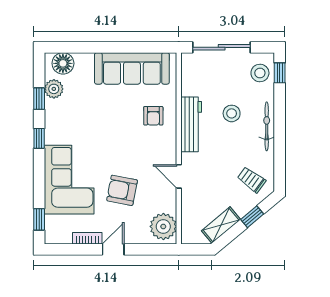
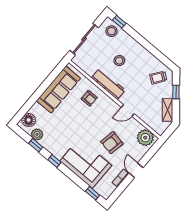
bicycle: (267, 126) -> (139, 49), removed

